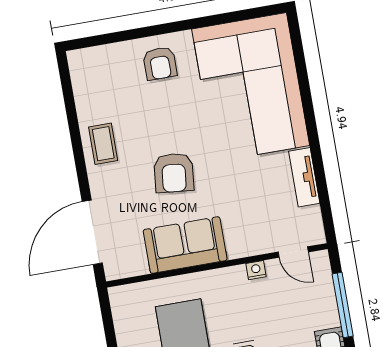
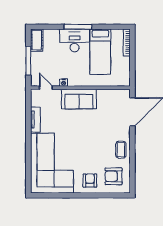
armchair: (174, 173) -> (114, 176), moved, turned -96
sofa: (185, 245) -> (79, 99), moved

